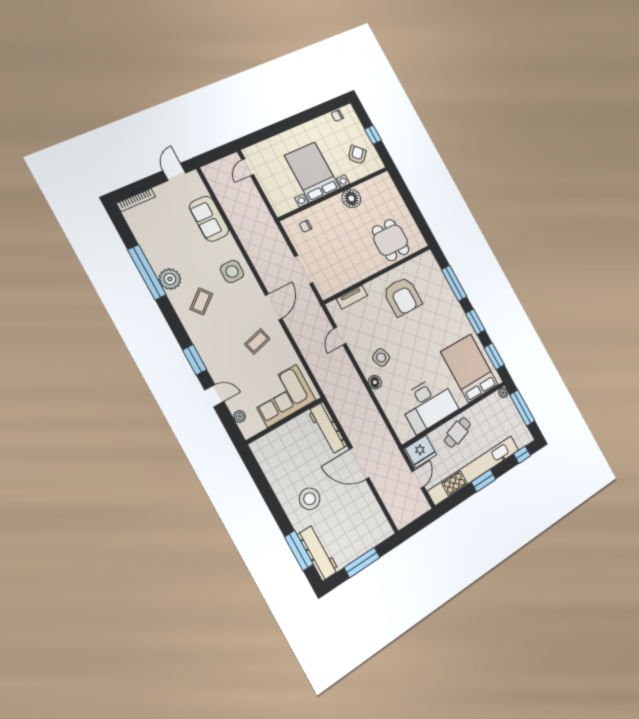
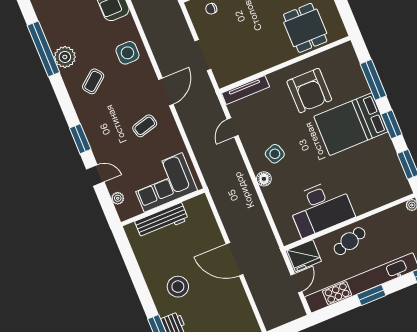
tv unit: (352, 297) -> (246, 90), width x1.41
bed: (470, 368) -> (351, 124), moved, turned -90
workbench: (327, 428) -> (162, 221), moved, turned -90

